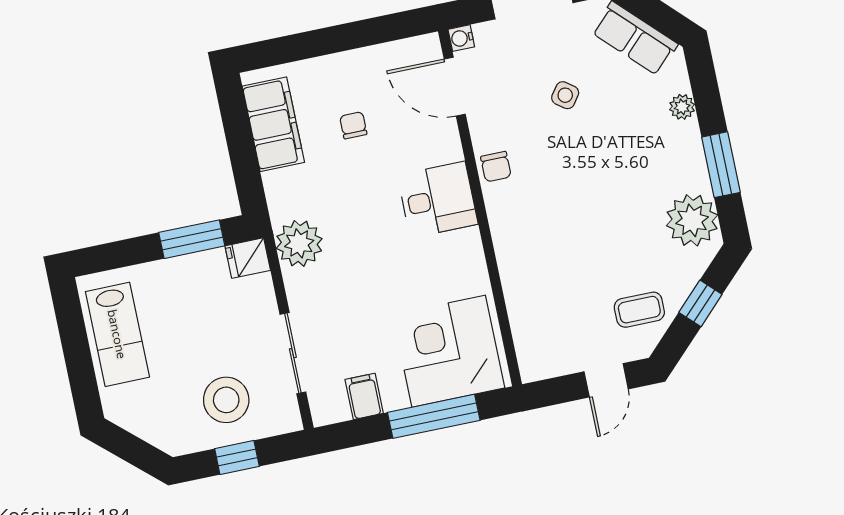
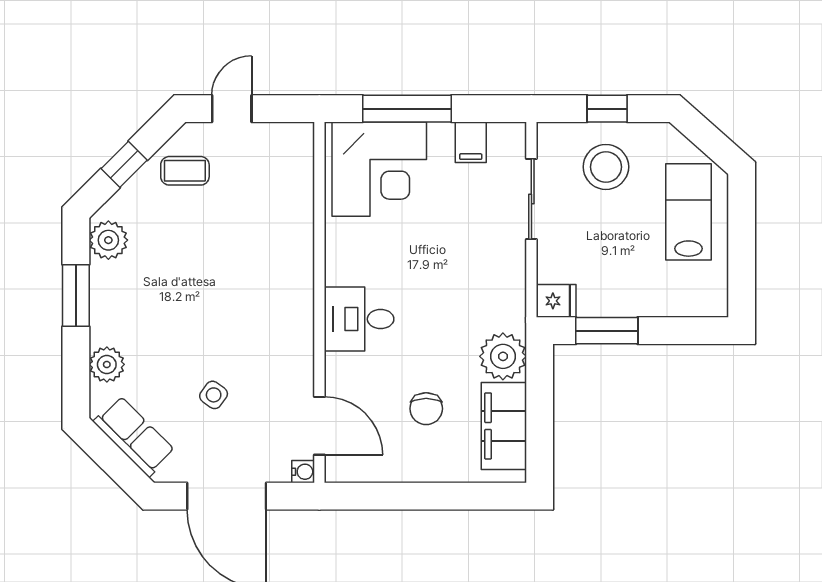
plant: (682, 107) -> (107, 364), width x1.38, depth x1.38
chair: (353, 125) -> (426, 409), width x1.37, depth x1.37
chair: (496, 167) -> (296, 339), removed
plant: (692, 220) -> (108, 240), width x0.73, depth x0.73
plant: (299, 243) -> (503, 356), moved
lab bench: (117, 334) -> (689, 212), moved

